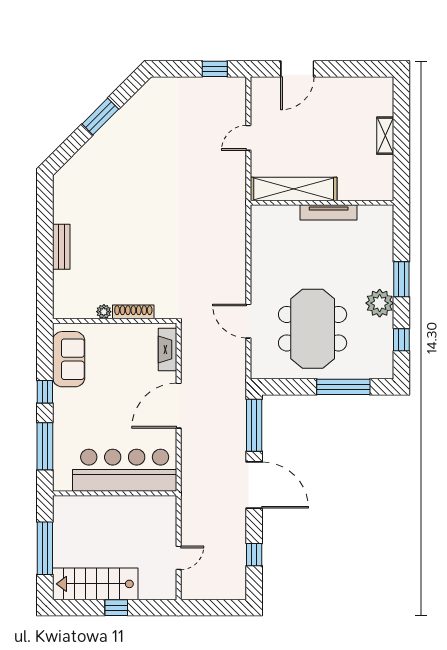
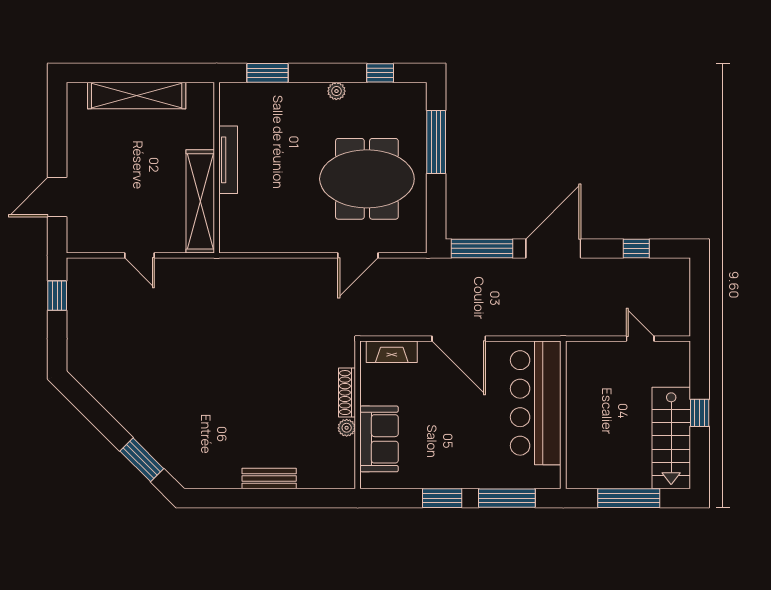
door: (297, 69) -> (57, 197), swing flipped
window: (100, 117) -> (142, 460), moved
shelving: (385, 136) -> (137, 96), width x2.20, depth x1.33
window: (401, 279) -> (267, 73), moved
plant: (380, 303) -> (336, 91), width x0.53, depth x0.53
sofa: (69, 359) -> (379, 439), moved, turned 90
window: (45, 392) -> (442, 498), width x1.50

